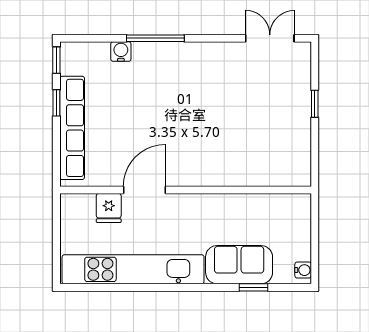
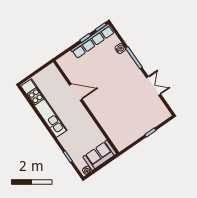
double door: (270, 38) -> (154, 86), moved
row of seats: (72, 128) -> (93, 41), moved
fridge: (109, 208) -> (60, 84), removed
sofa: (239, 265) -> (100, 155), moved, turned -90

